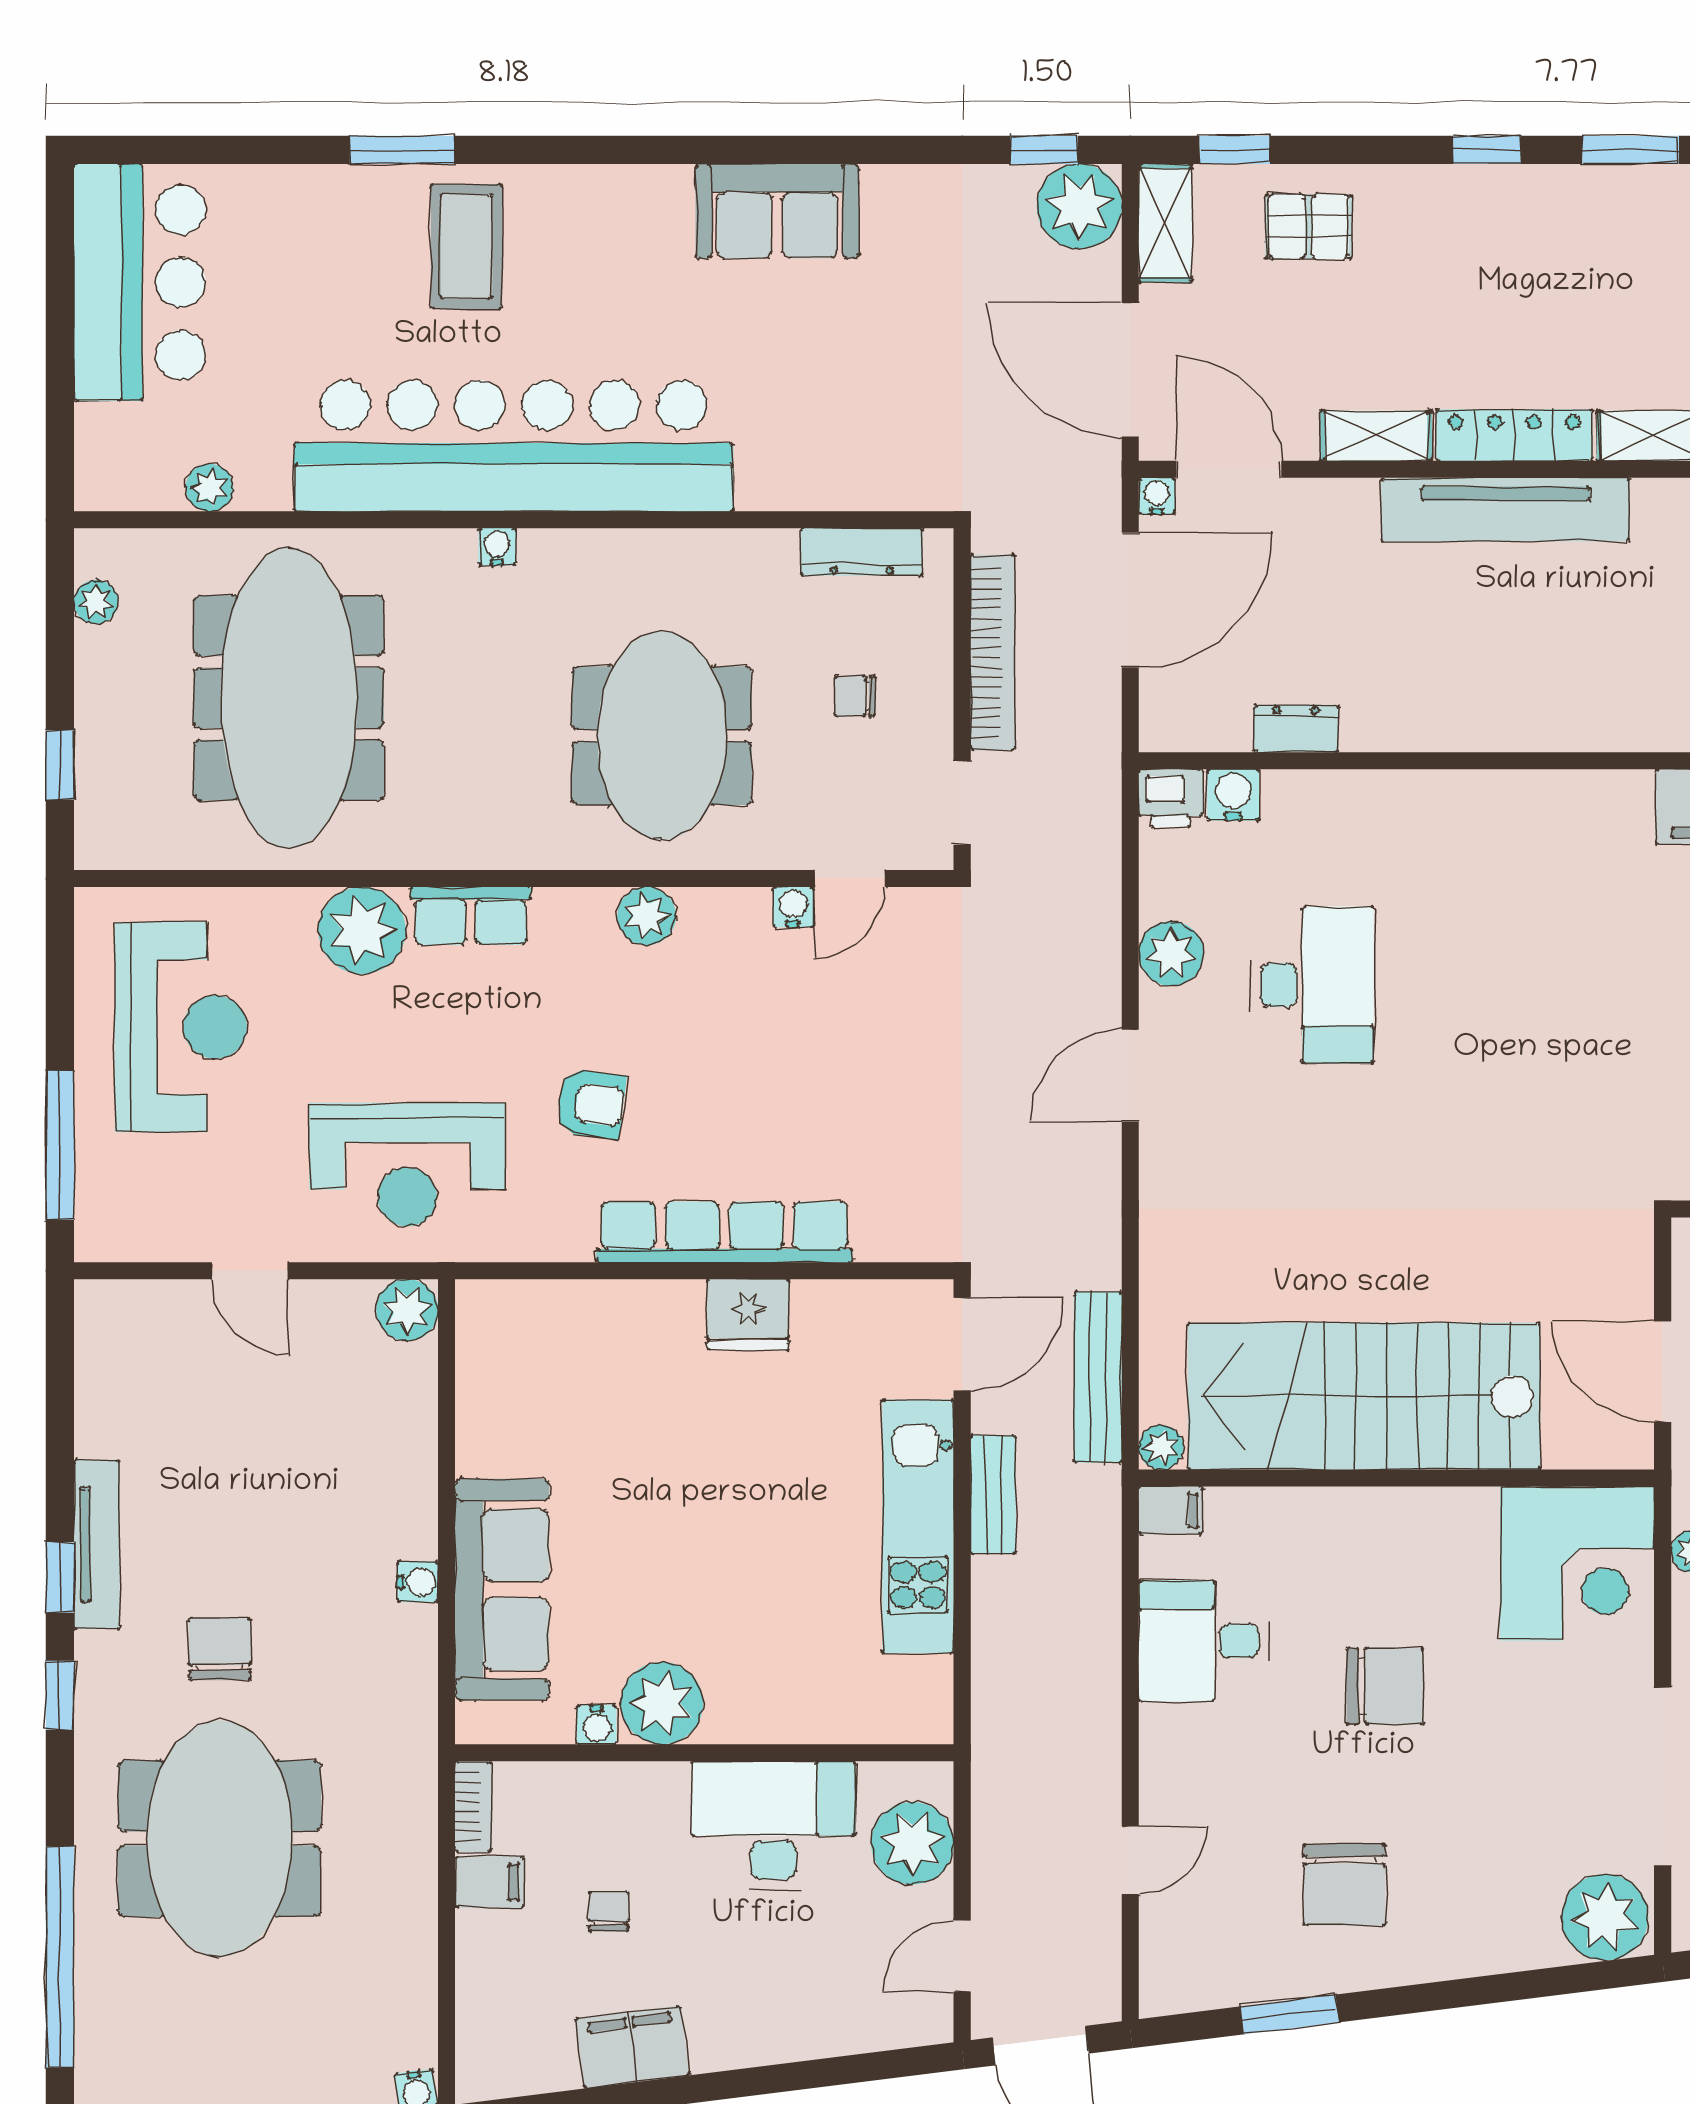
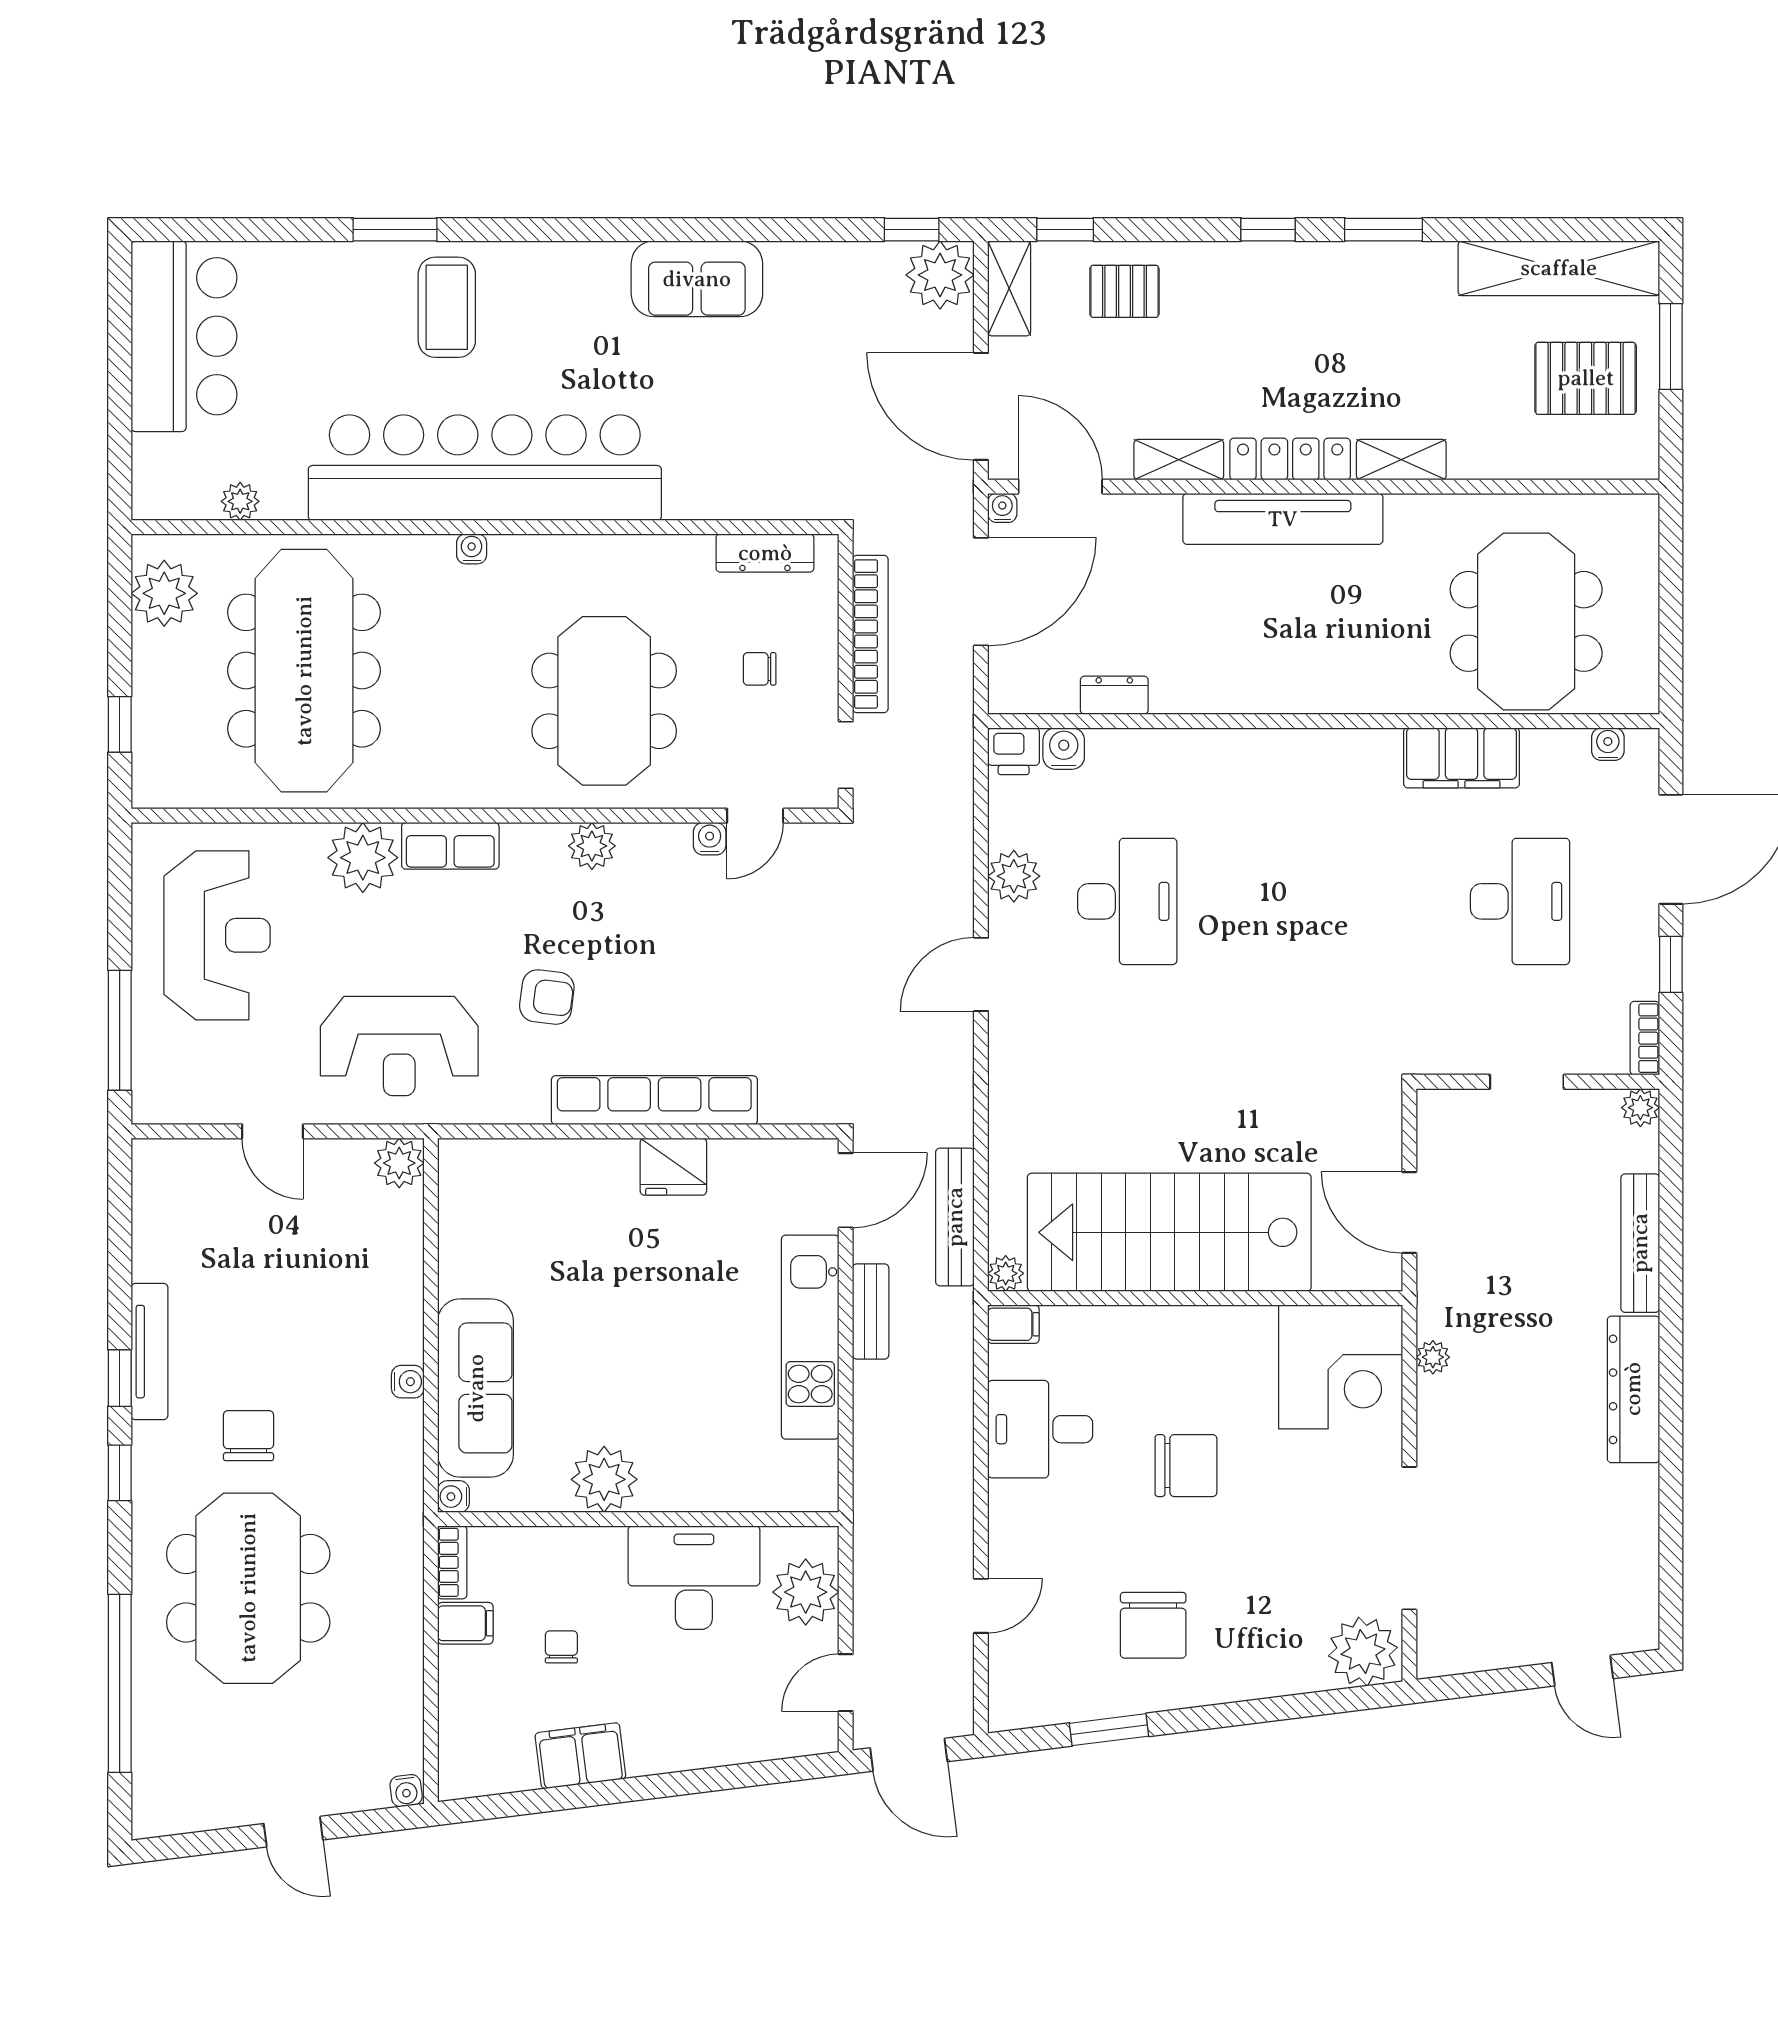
plant: (96, 602) -> (164, 593), width x1.88, depth x1.88
water cooler: (597, 1725) -> (453, 1497), moved, turned 90

